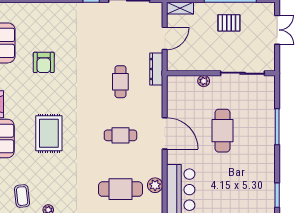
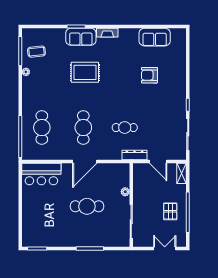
double door: (277, 30) -> (165, 248), swing flipped
armchair: (44, 62) -> (149, 75), moved
cafe table: (120, 135) -> (83, 128), width x1.37, depth x1.35
plant: (155, 185) -> (45, 154), removed

